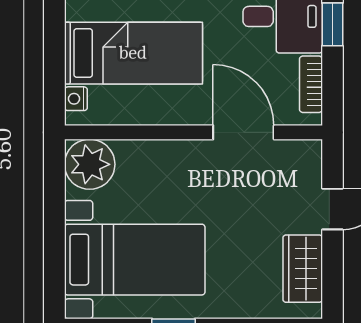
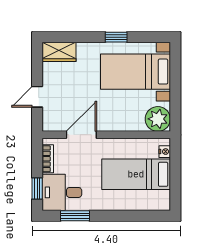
door: (243, 132) -> (81, 135), swing flipped
wardrobe: (303, 269) -> (59, 52), moved, turned 90

